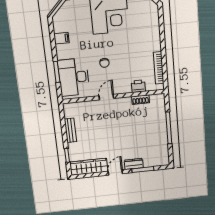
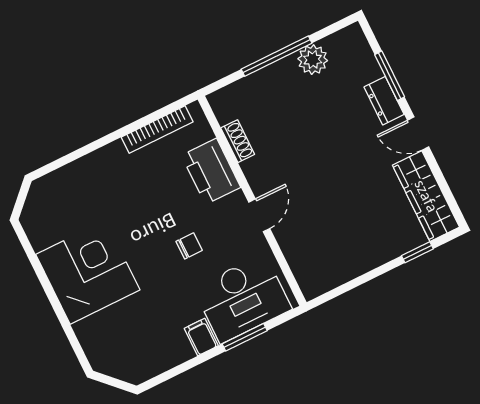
filing cabinet: (62, 38) -> (201, 337), moved
printer: (138, 86) -> (211, 171), width x1.87, depth x1.48
door: (106, 97) -> (259, 215), swing flipped
bench: (70, 130) -> (359, 265), removed
plant: (162, 142) -> (313, 60), added

